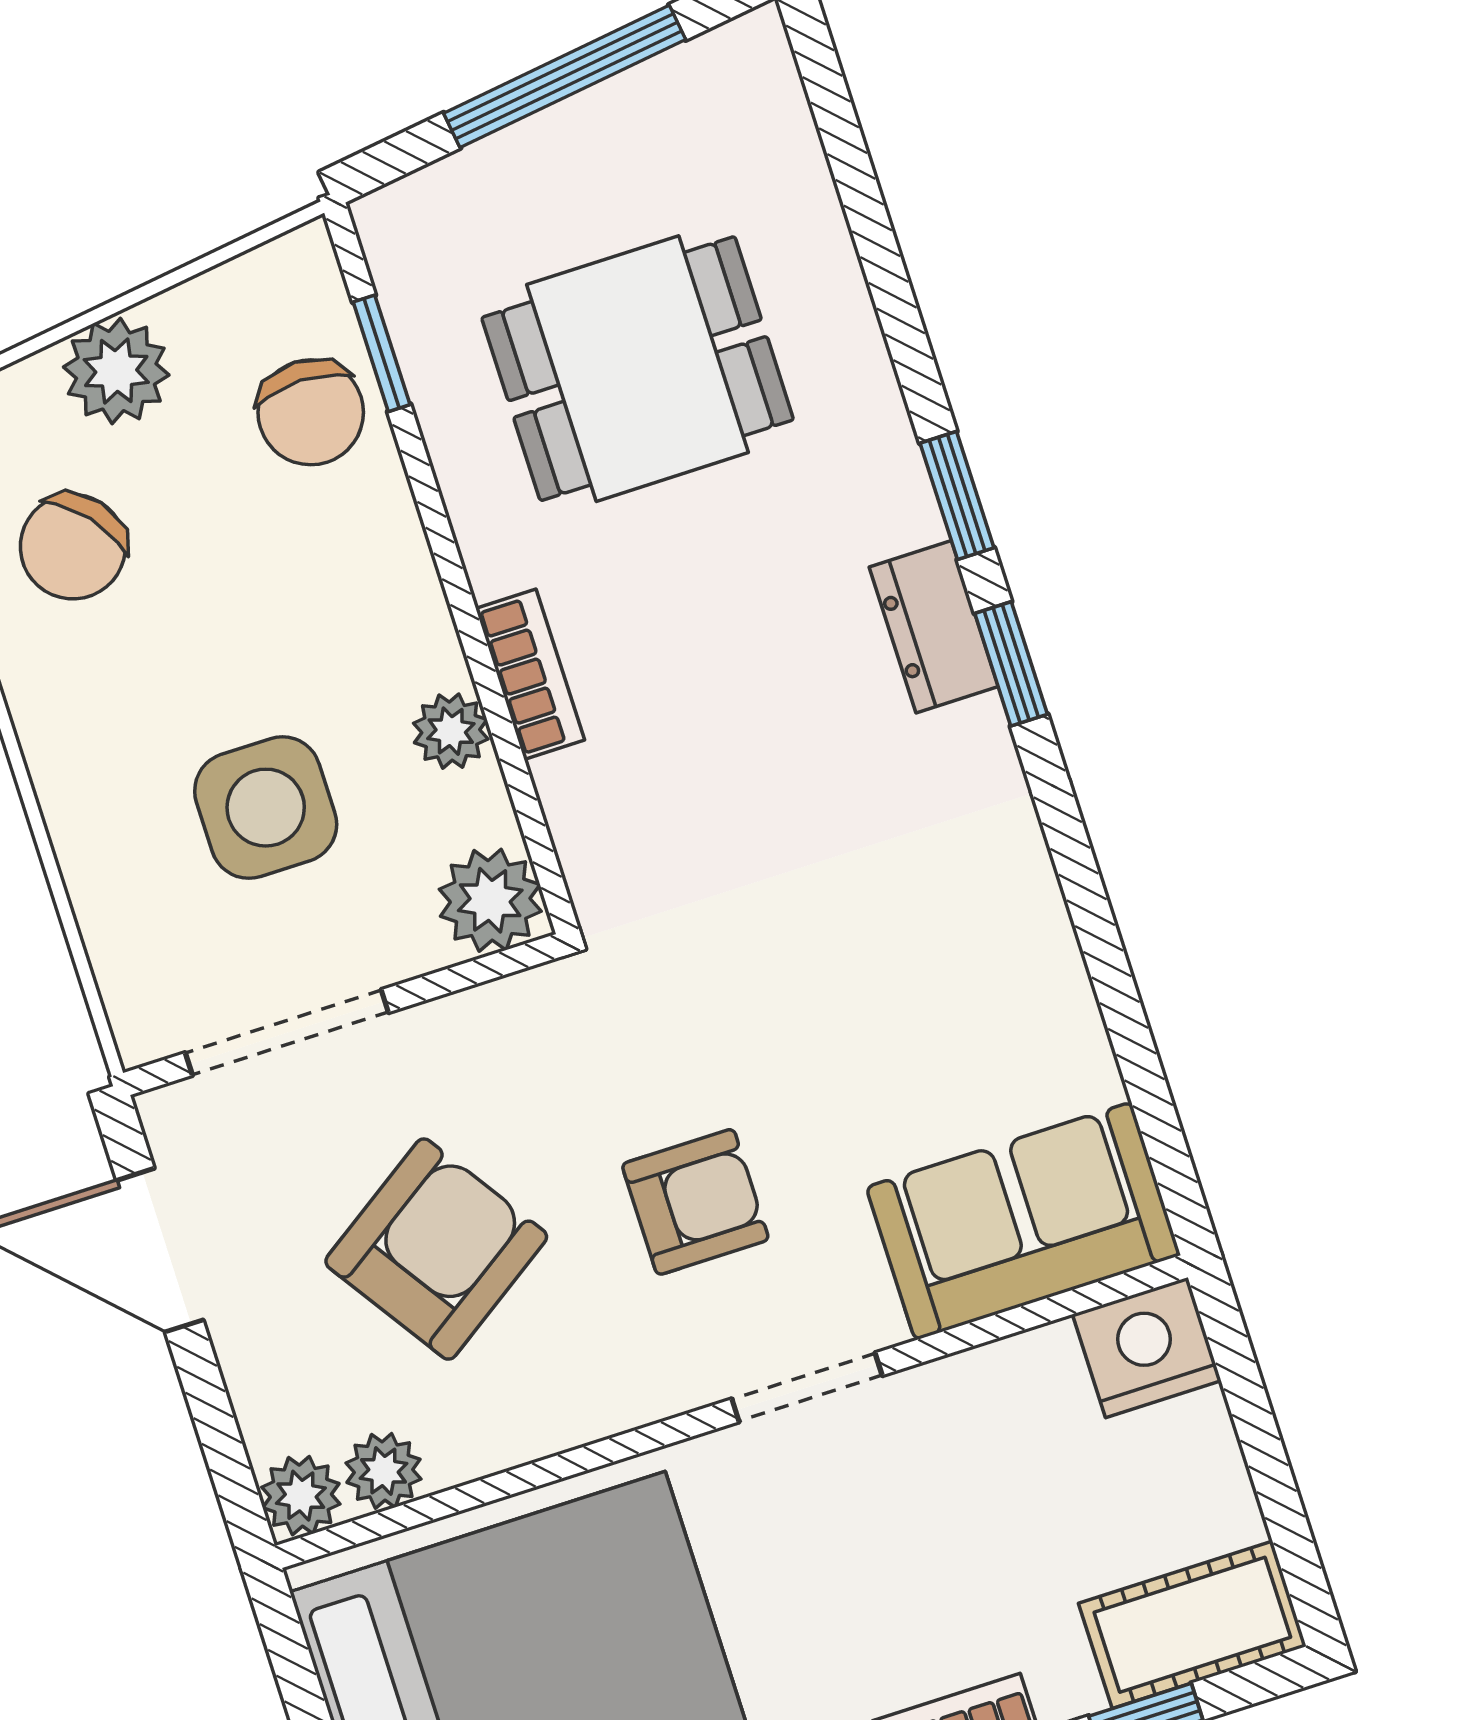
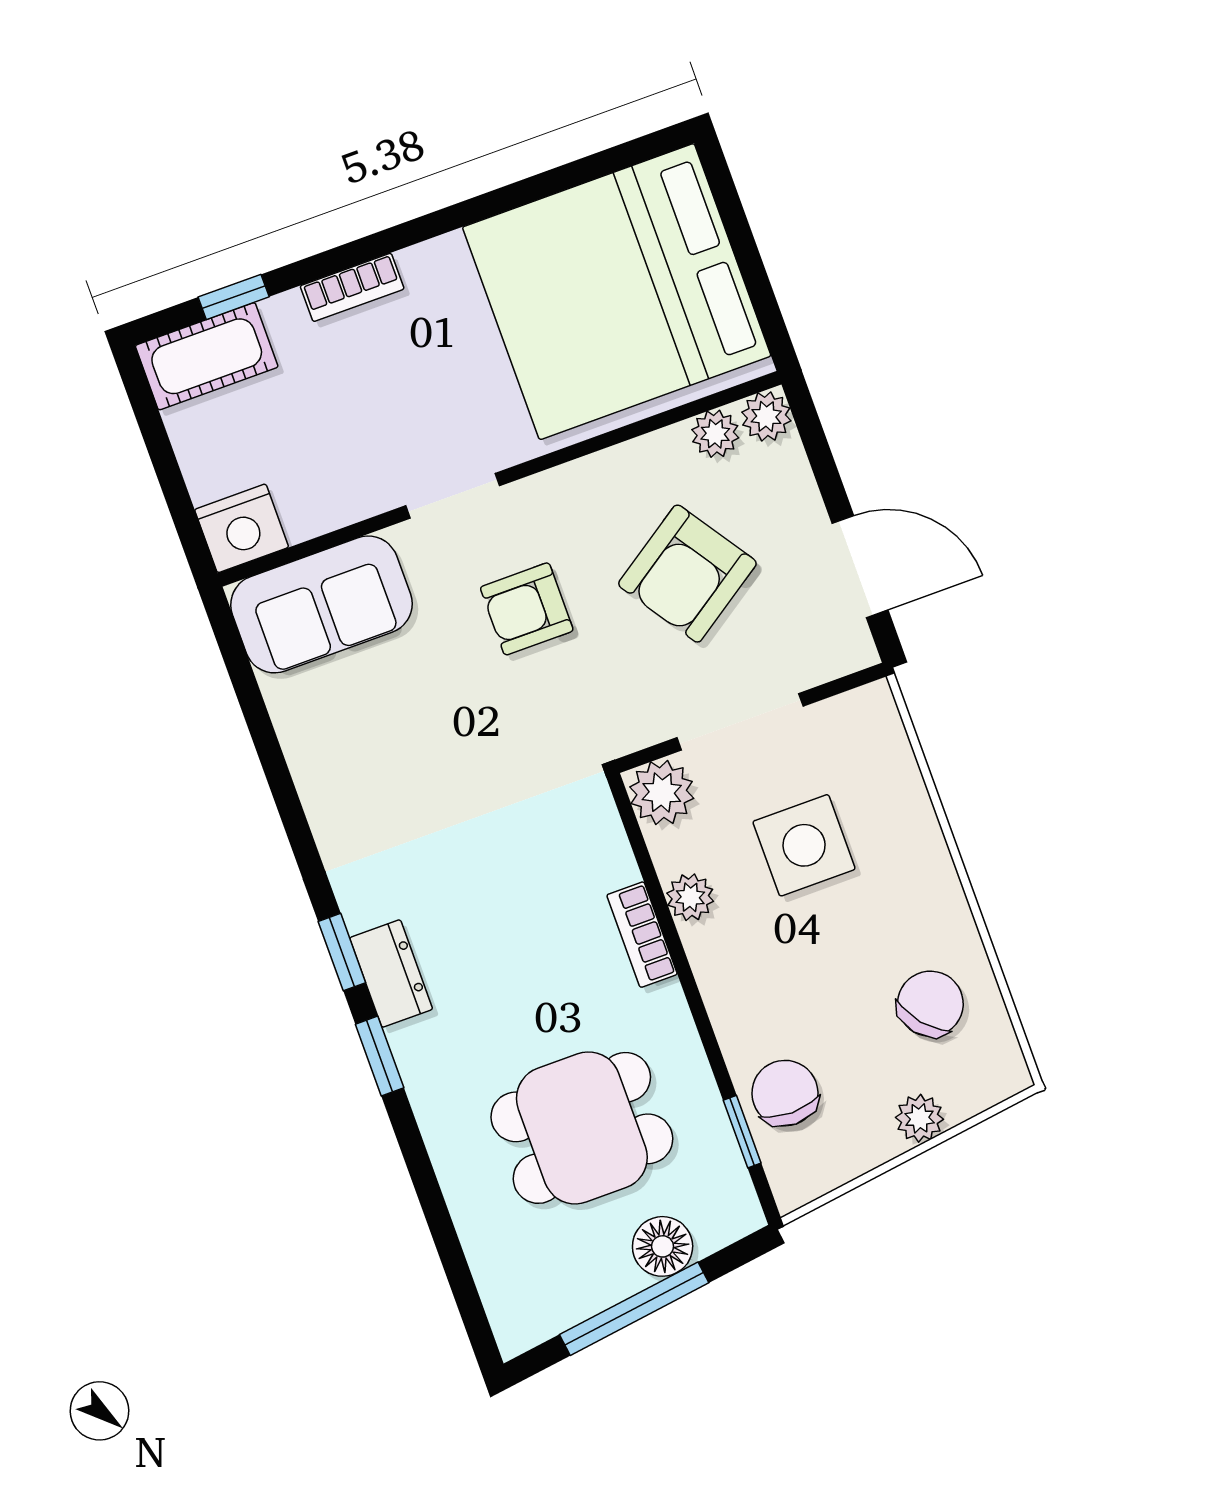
floor lamp: (515, 174) -> (663, 1246), added
plant: (116, 371) -> (920, 1118), width x0.73, depth x0.73
doorway: (287, 1033) -> (740, 722), moved

